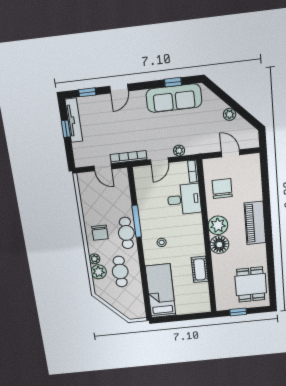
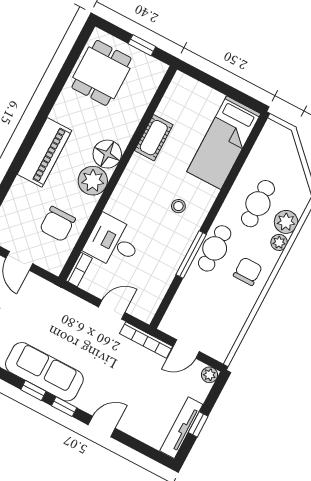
window: (87, 92) -> (64, 407), moved
plant: (179, 151) -> (209, 375), moved
door: (103, 167) -> (186, 349), swing flipped

